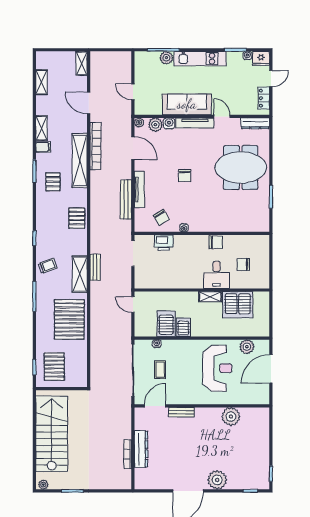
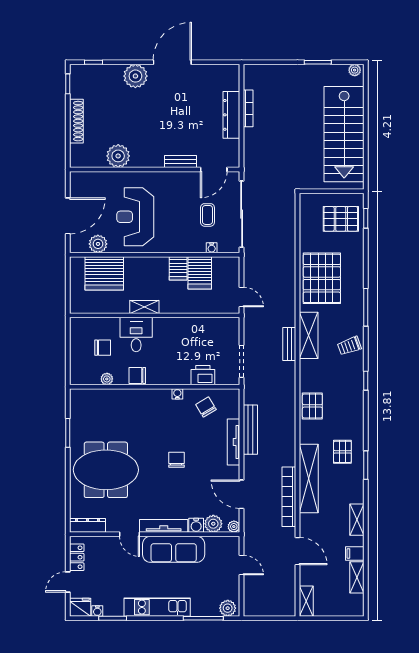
plant: (166, 58) -> (228, 608), moved
filing cabinet: (43, 147) -> (355, 553), moved
plant: (240, 240) -> (107, 379), added
server rack: (238, 305) -> (104, 273), moved, turned 180
pallet: (54, 367) -> (341, 219), turned 90
shoe rack: (264, 444) -> (76, 121), added

